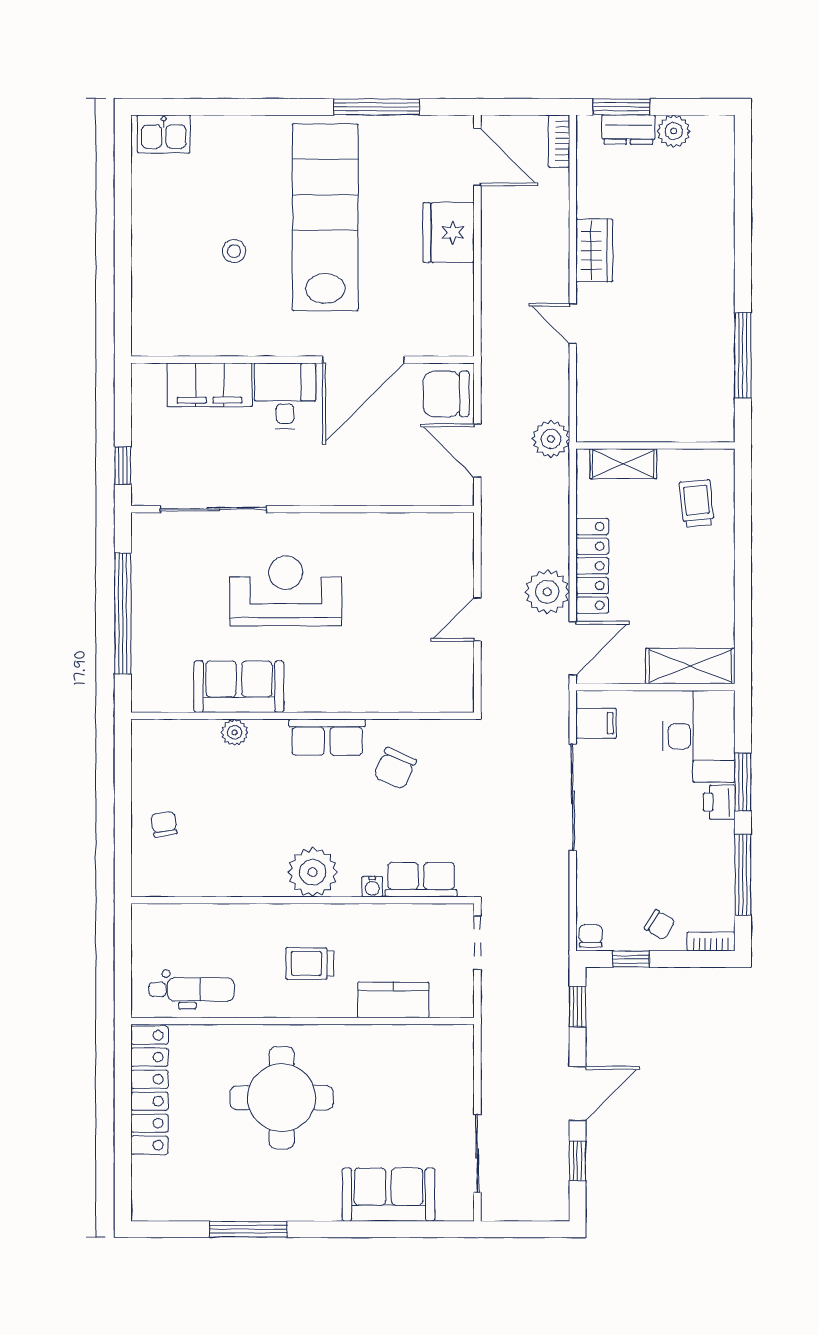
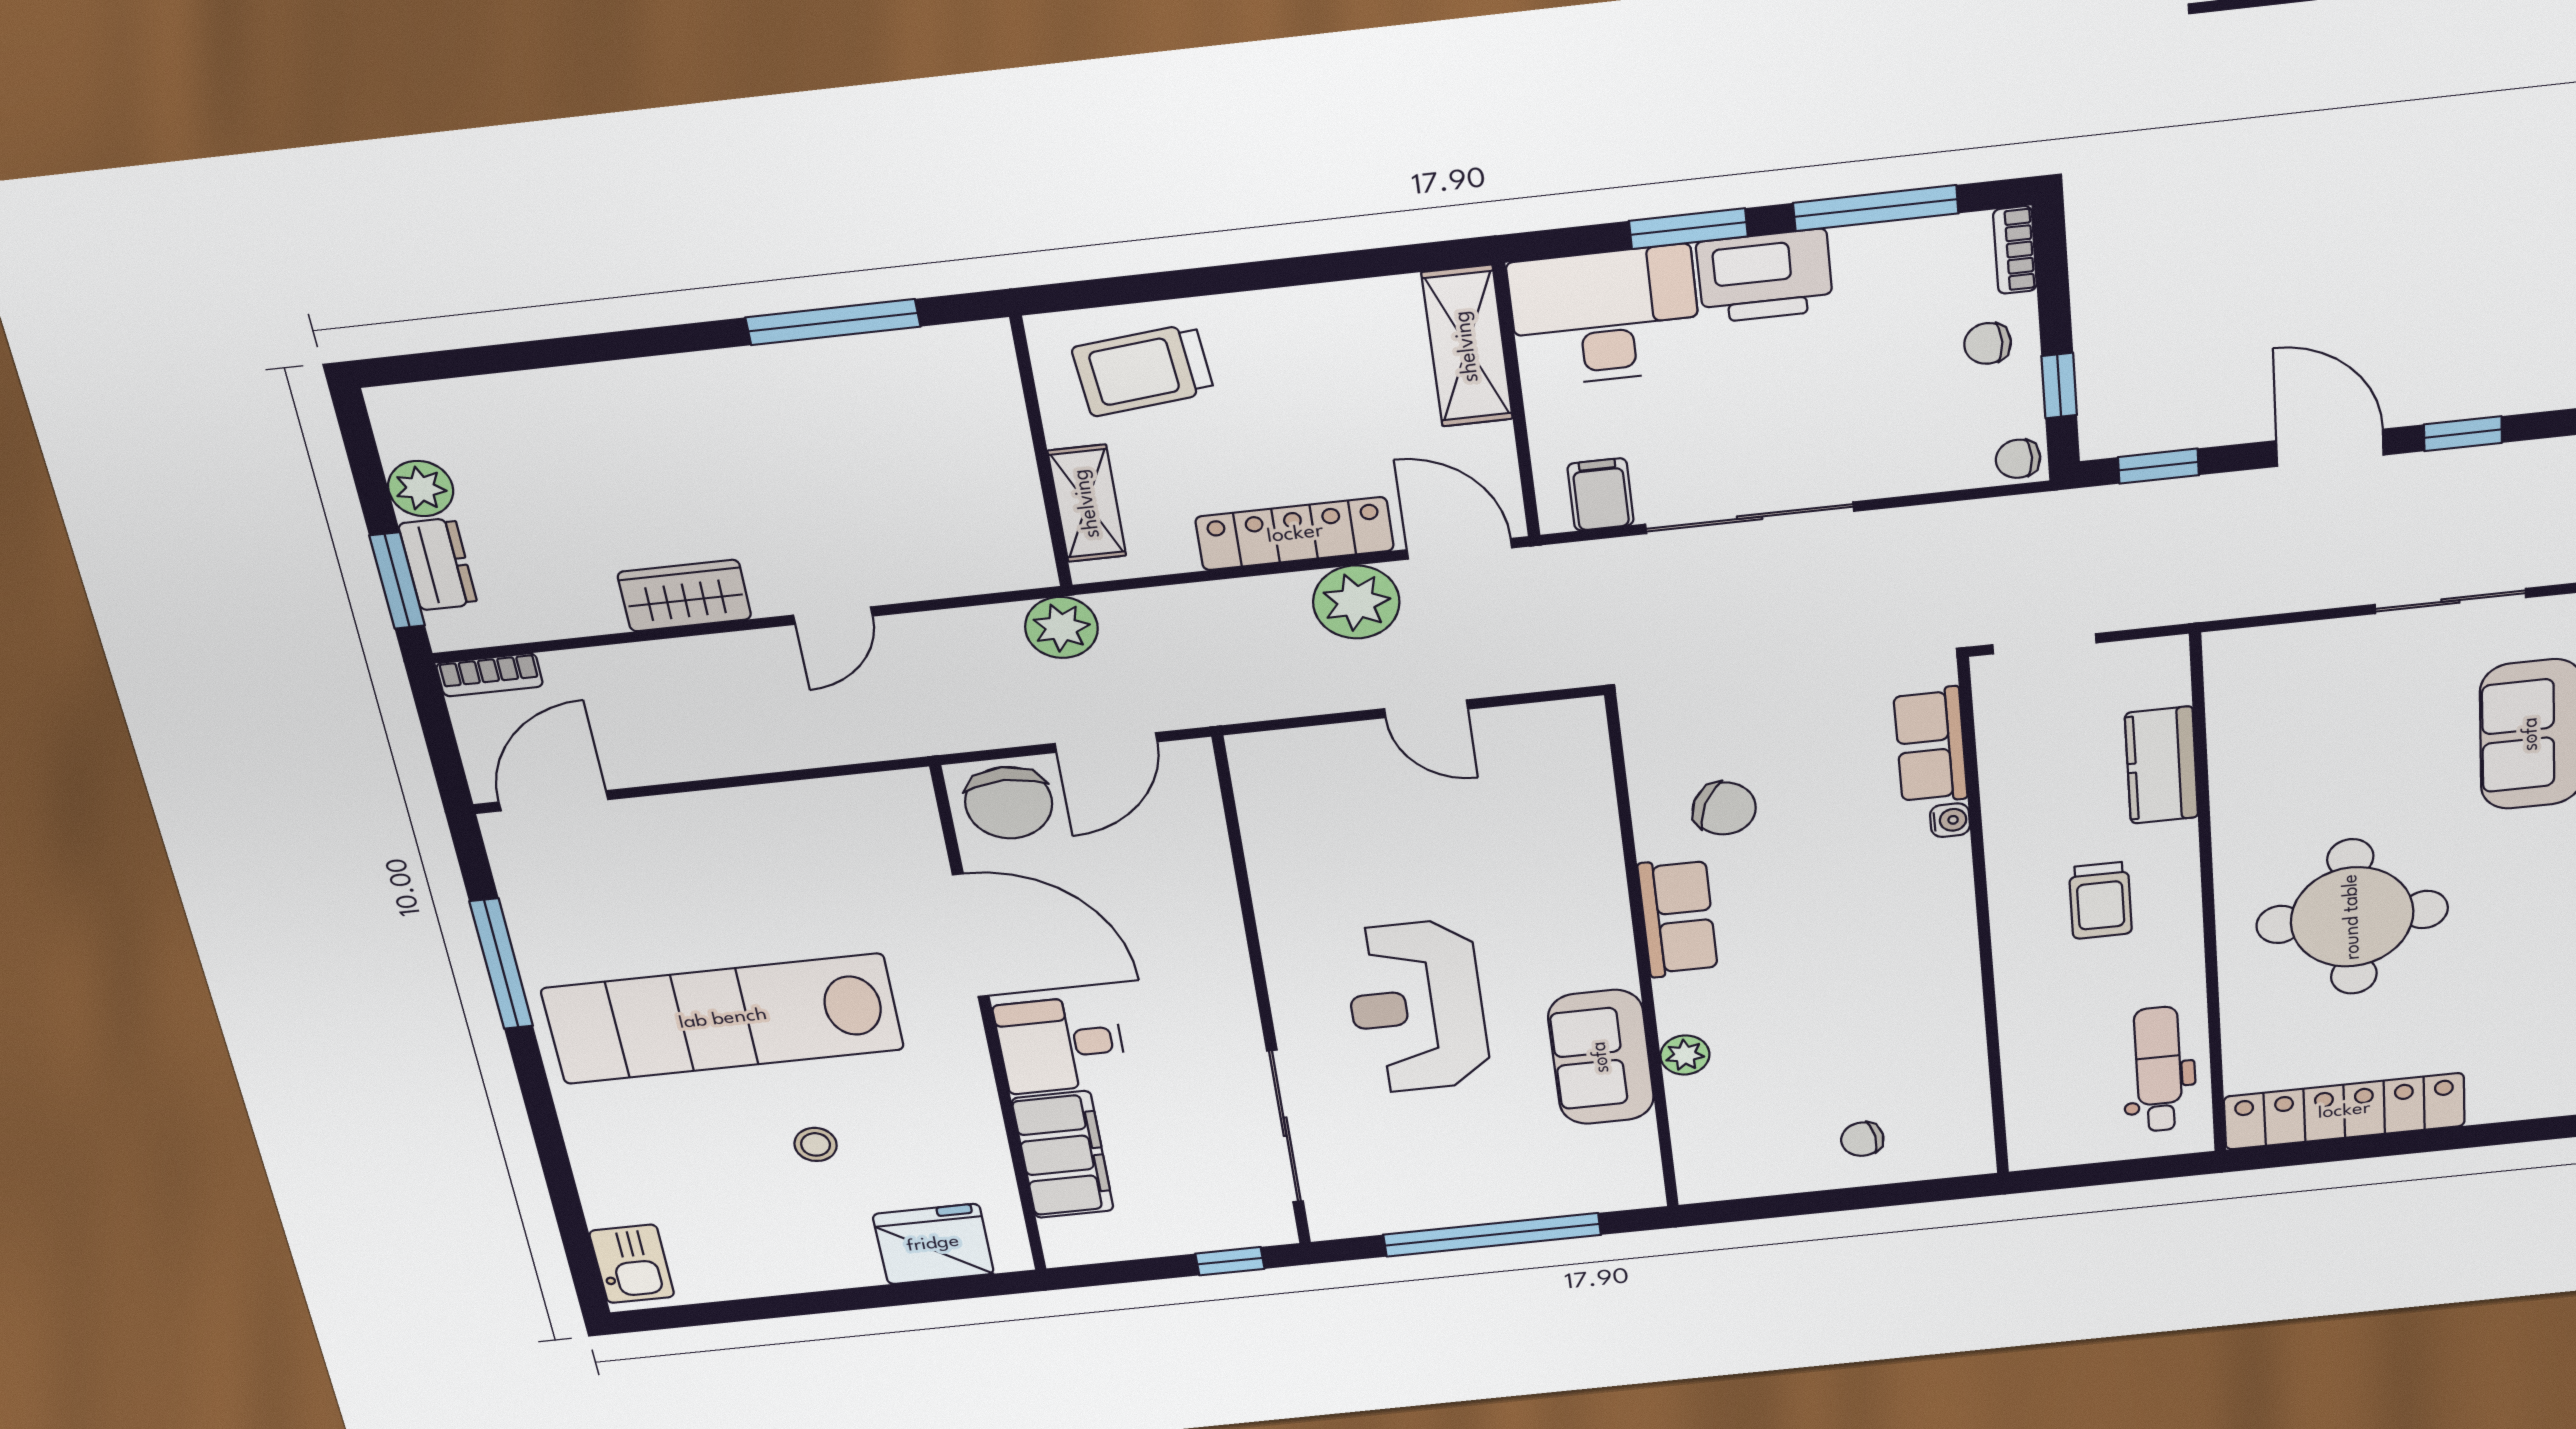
fridge: (449, 232) -> (933, 1244), moved, turned 180
trolley: (697, 504) -> (1143, 370), width x1.36, depth x1.39
printer: (719, 802) -> (1765, 276), width x1.87, depth x1.48
plant: (313, 872) -> (1930, 914), removed
chair: (660, 925) -> (1988, 343), turned -121

